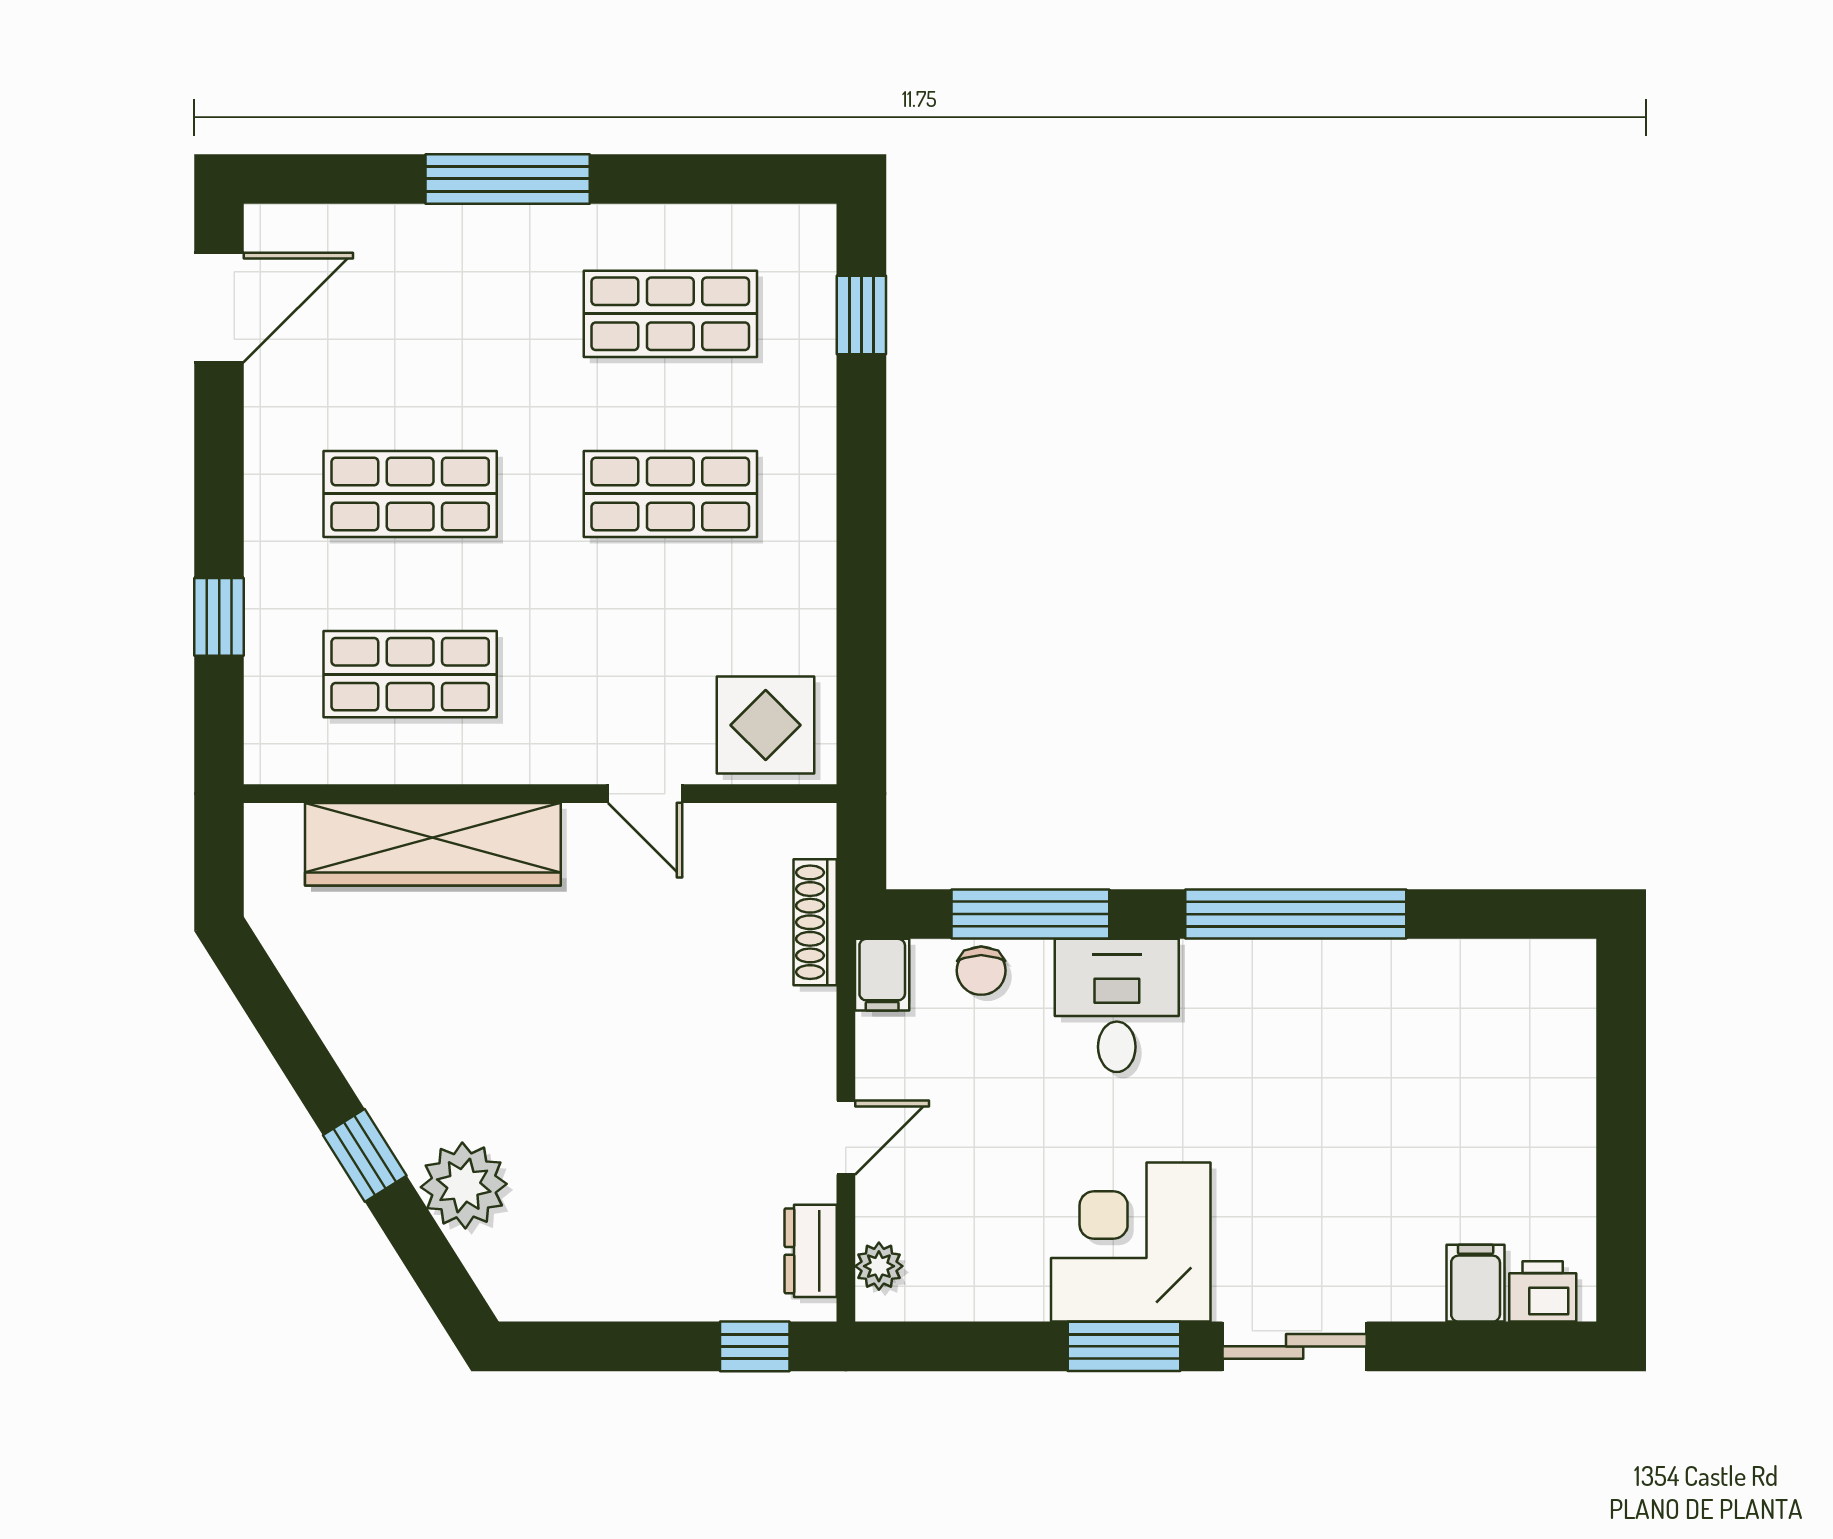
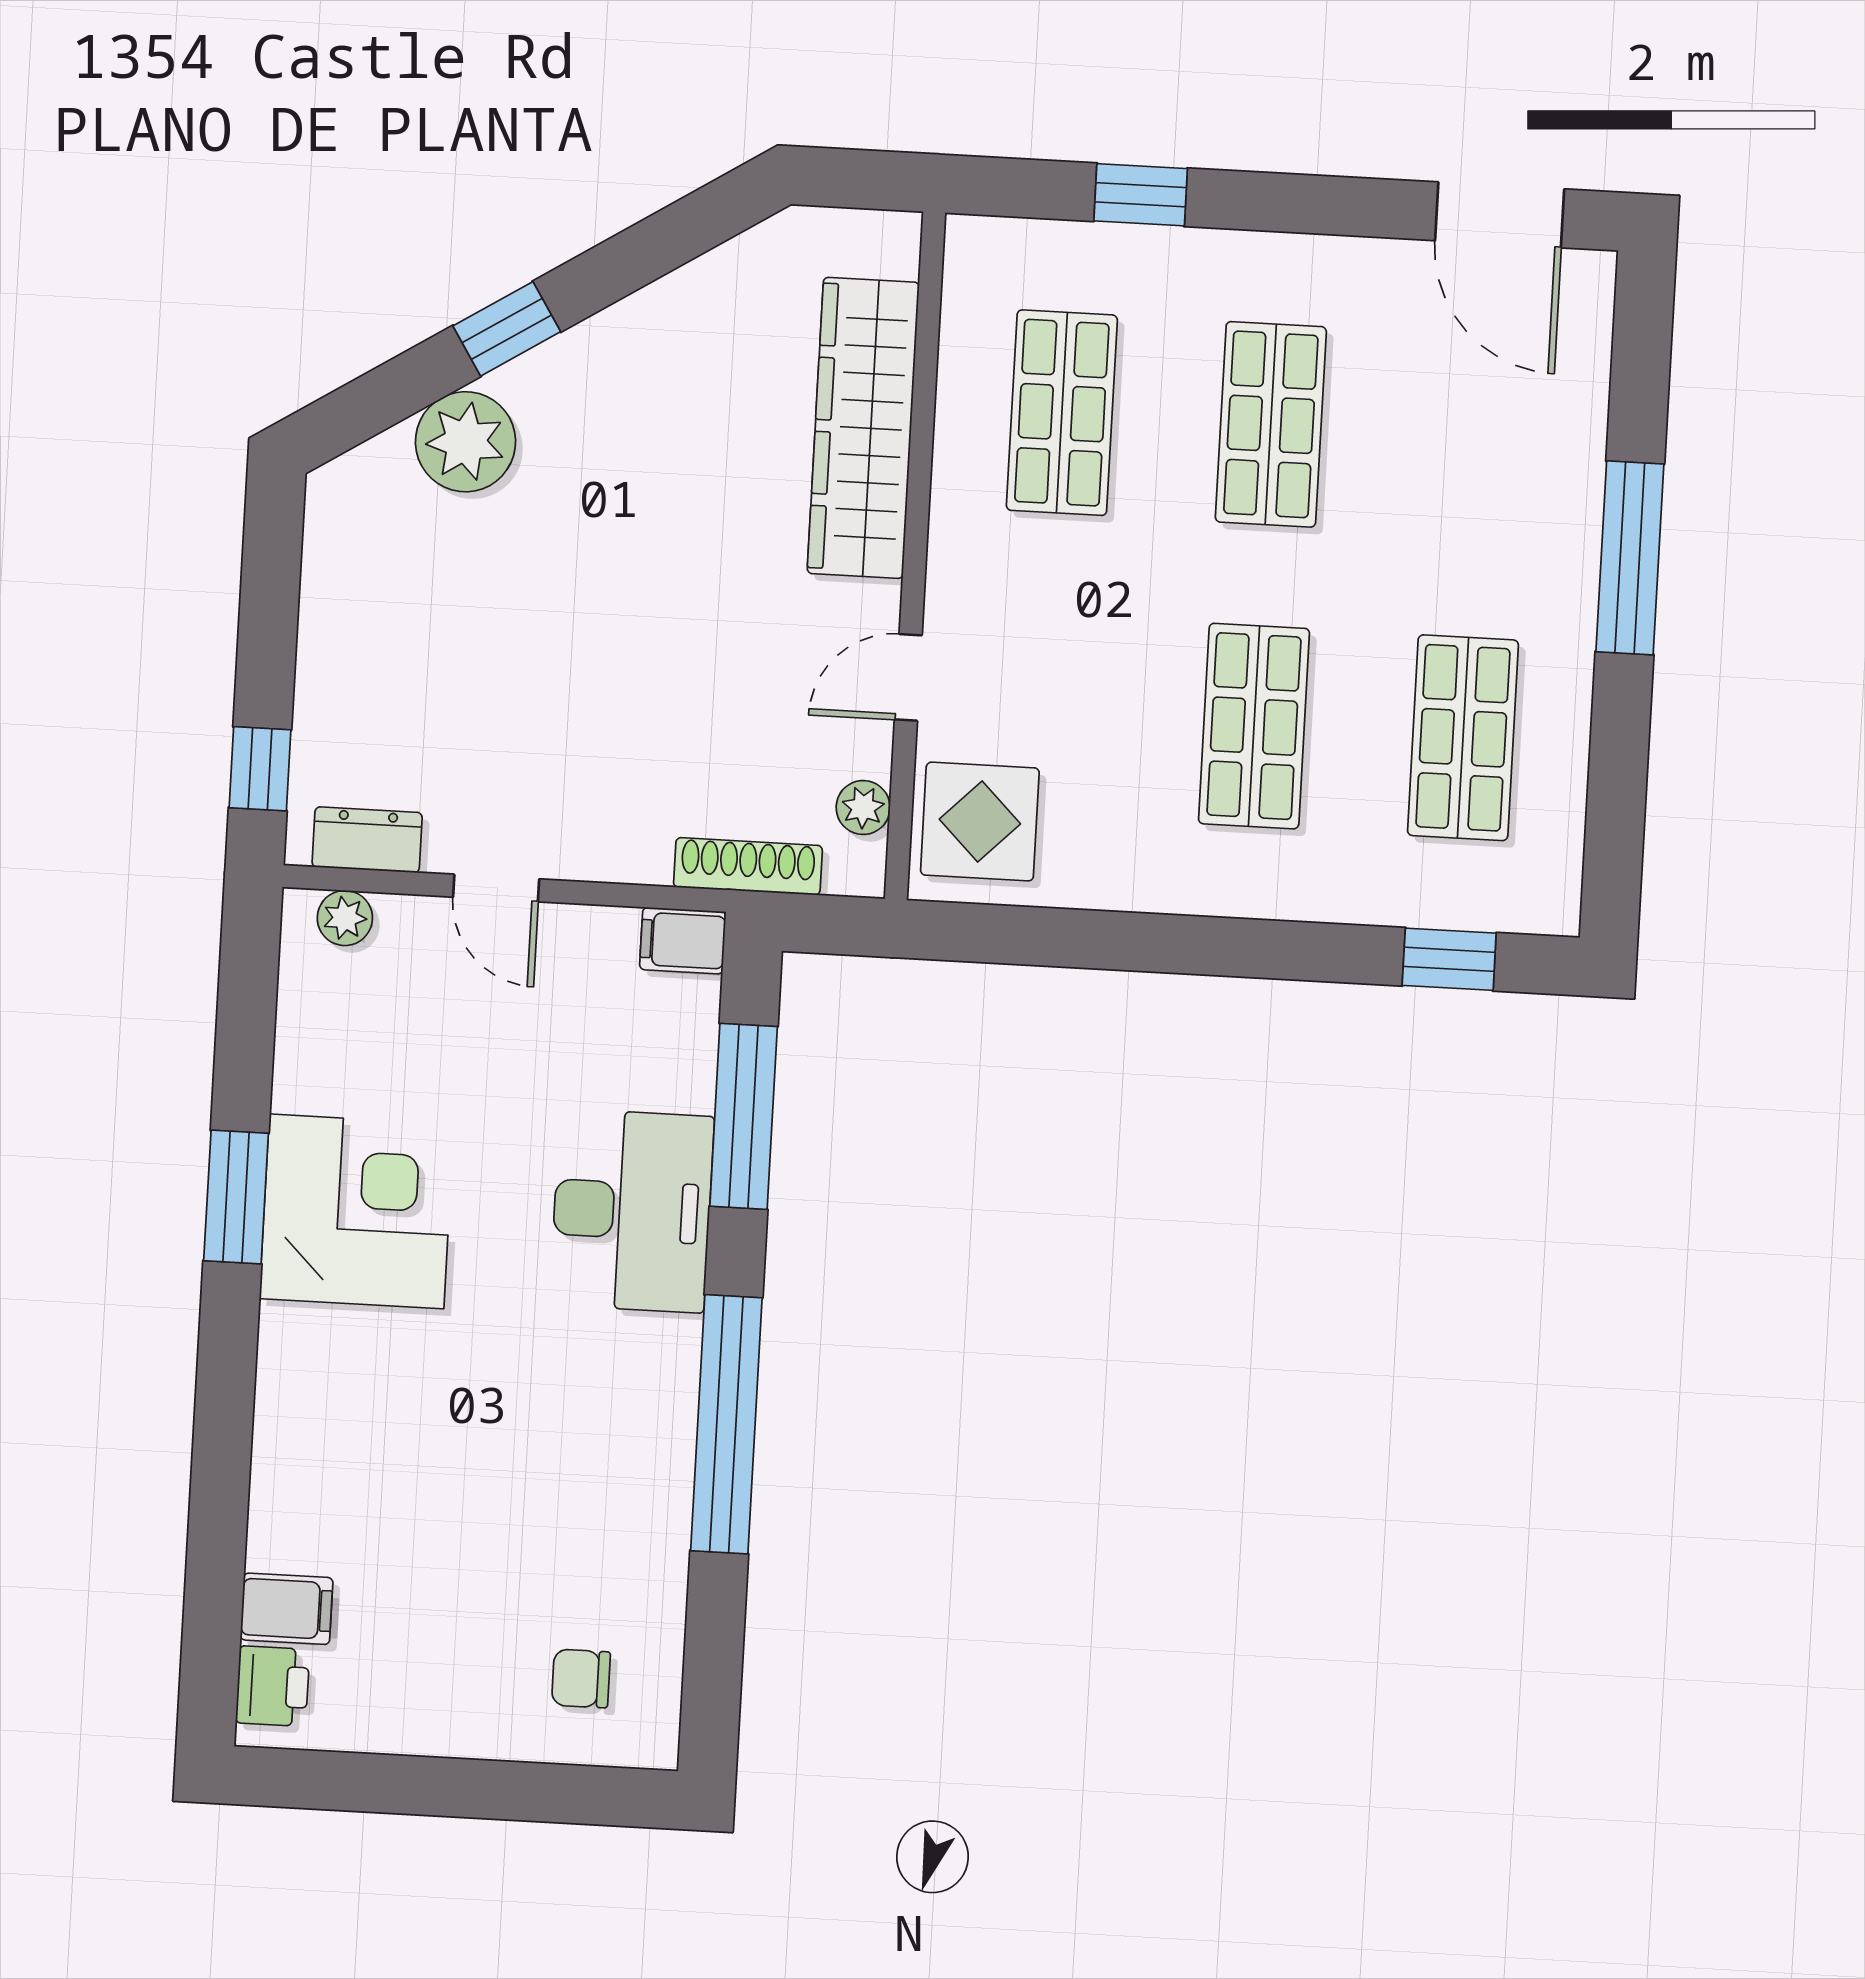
plant: (759, 826) -> (863, 808), added
chair: (981, 971) -> (581, 1678), moved
desk: (1117, 1005) -> (632, 1211), width x1.37
sliding door: (1295, 1346) -> (225, 1395), removed

